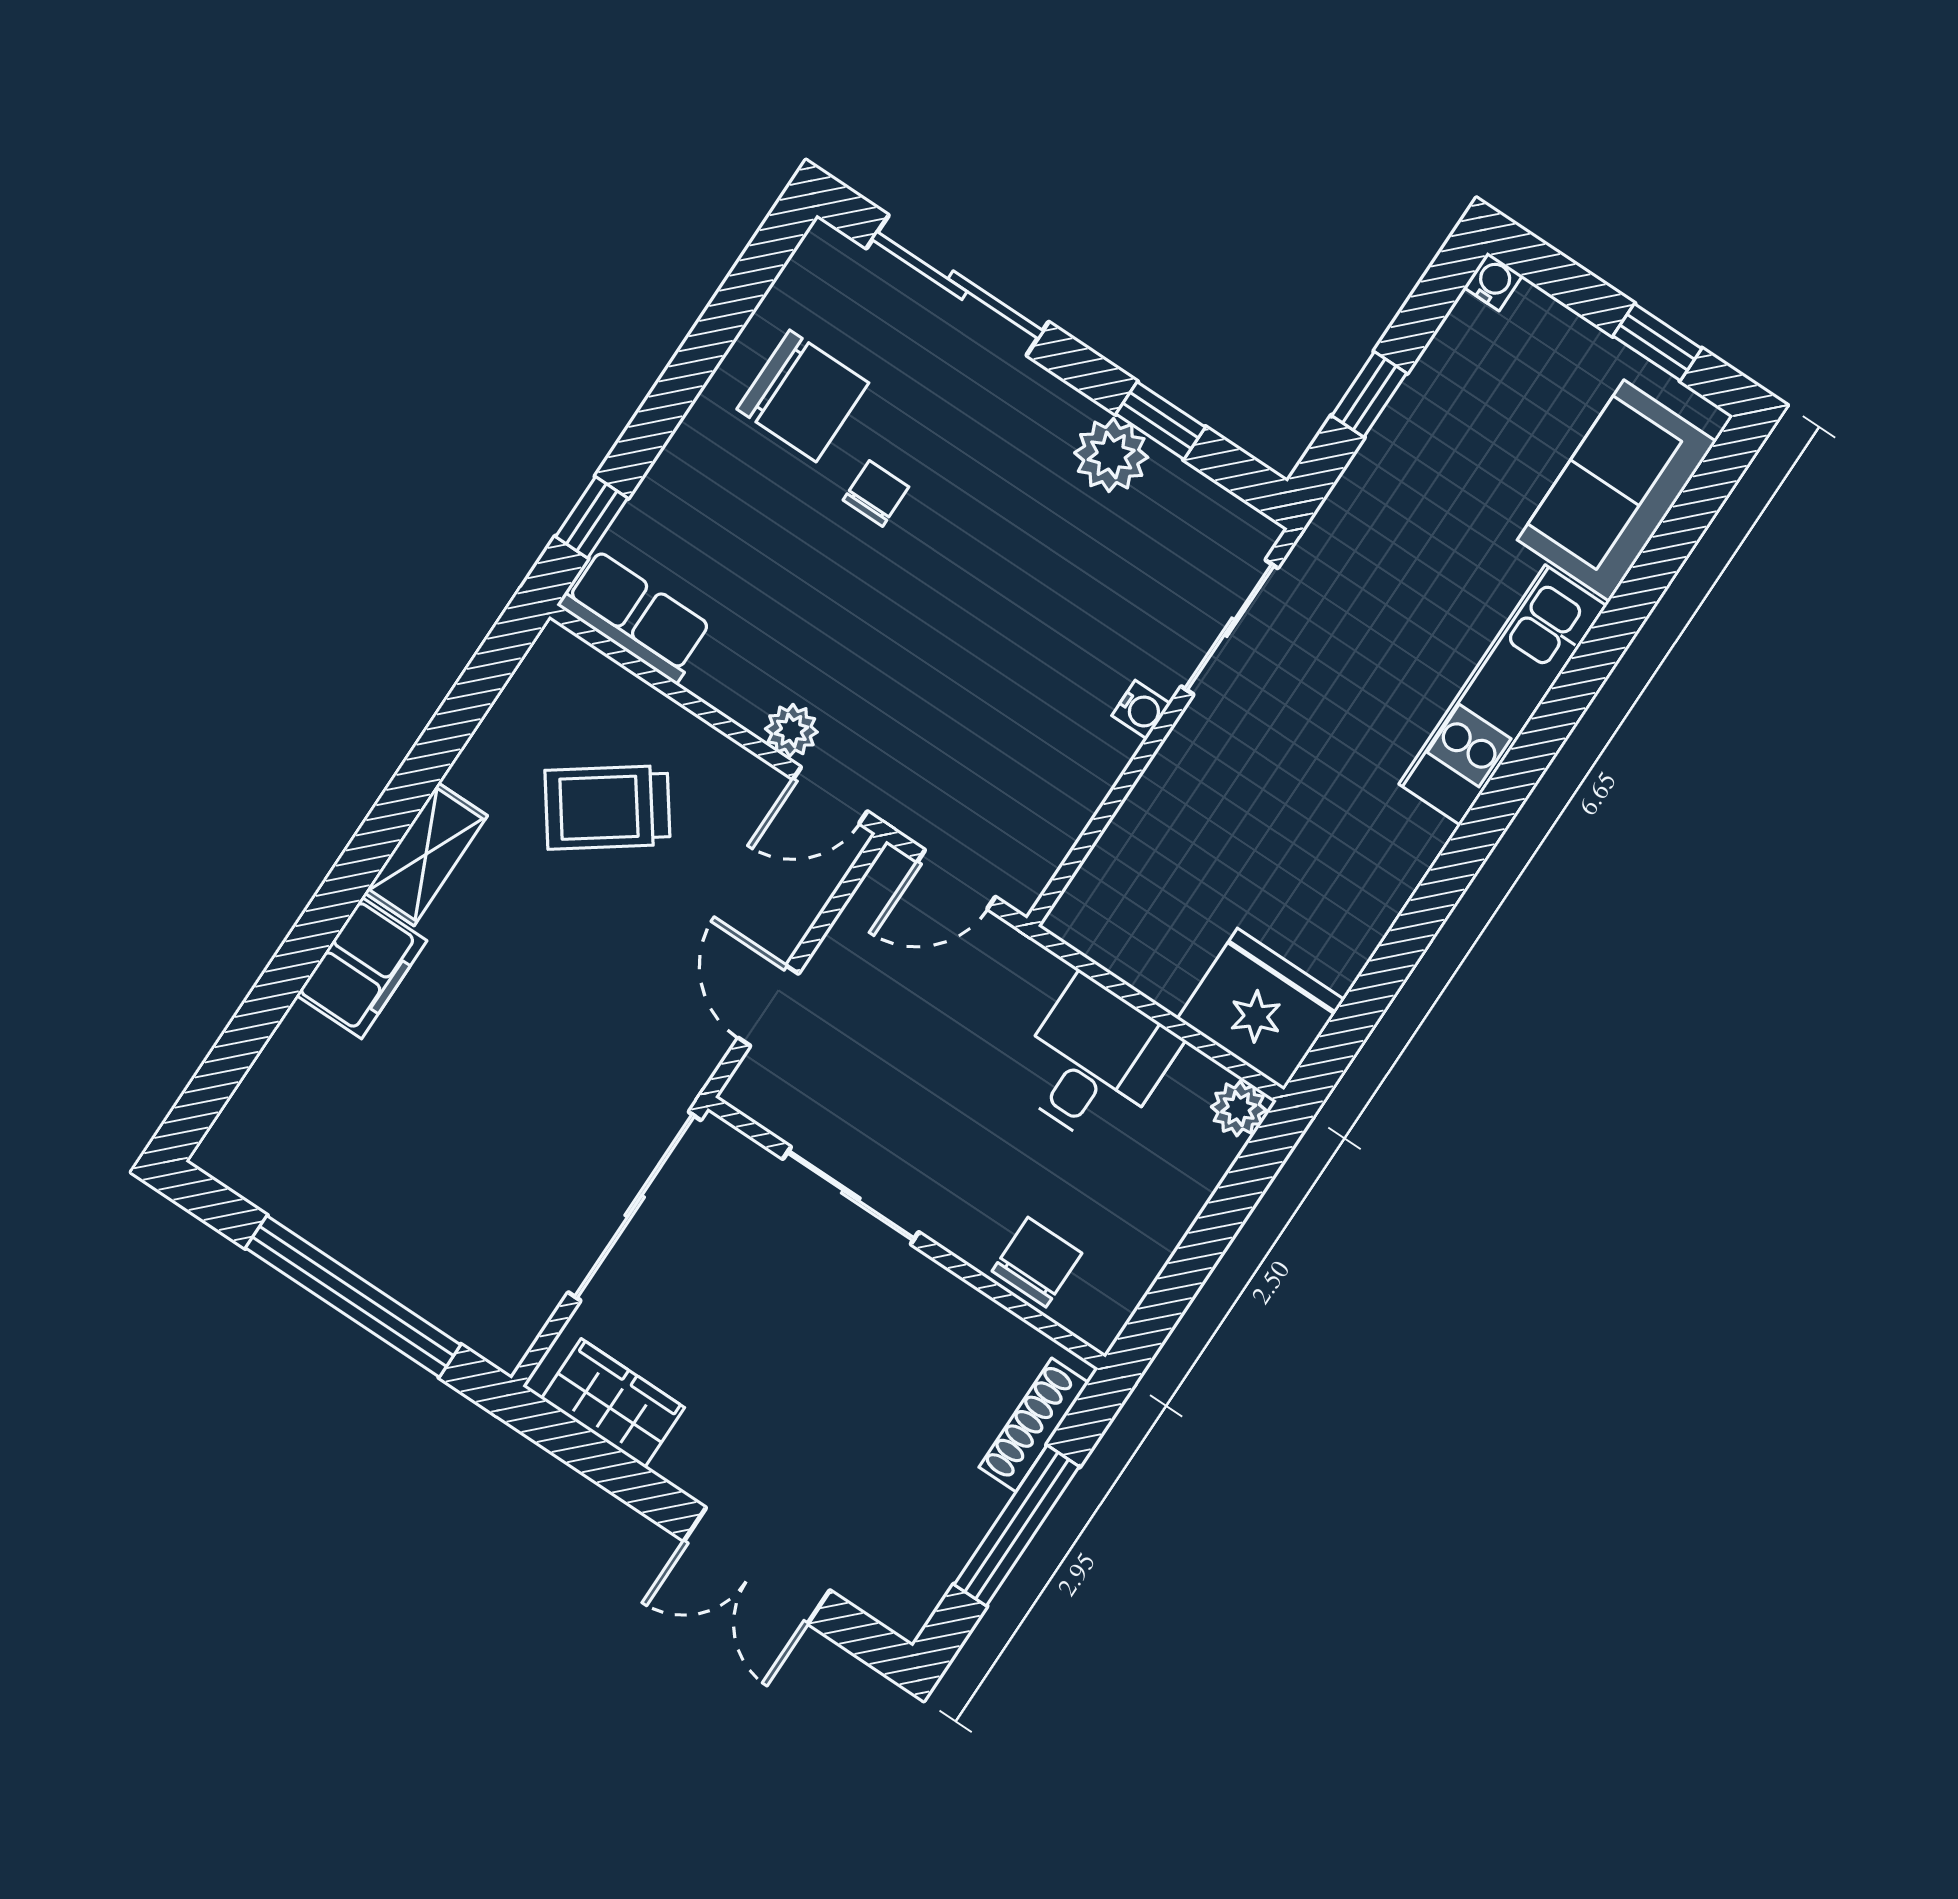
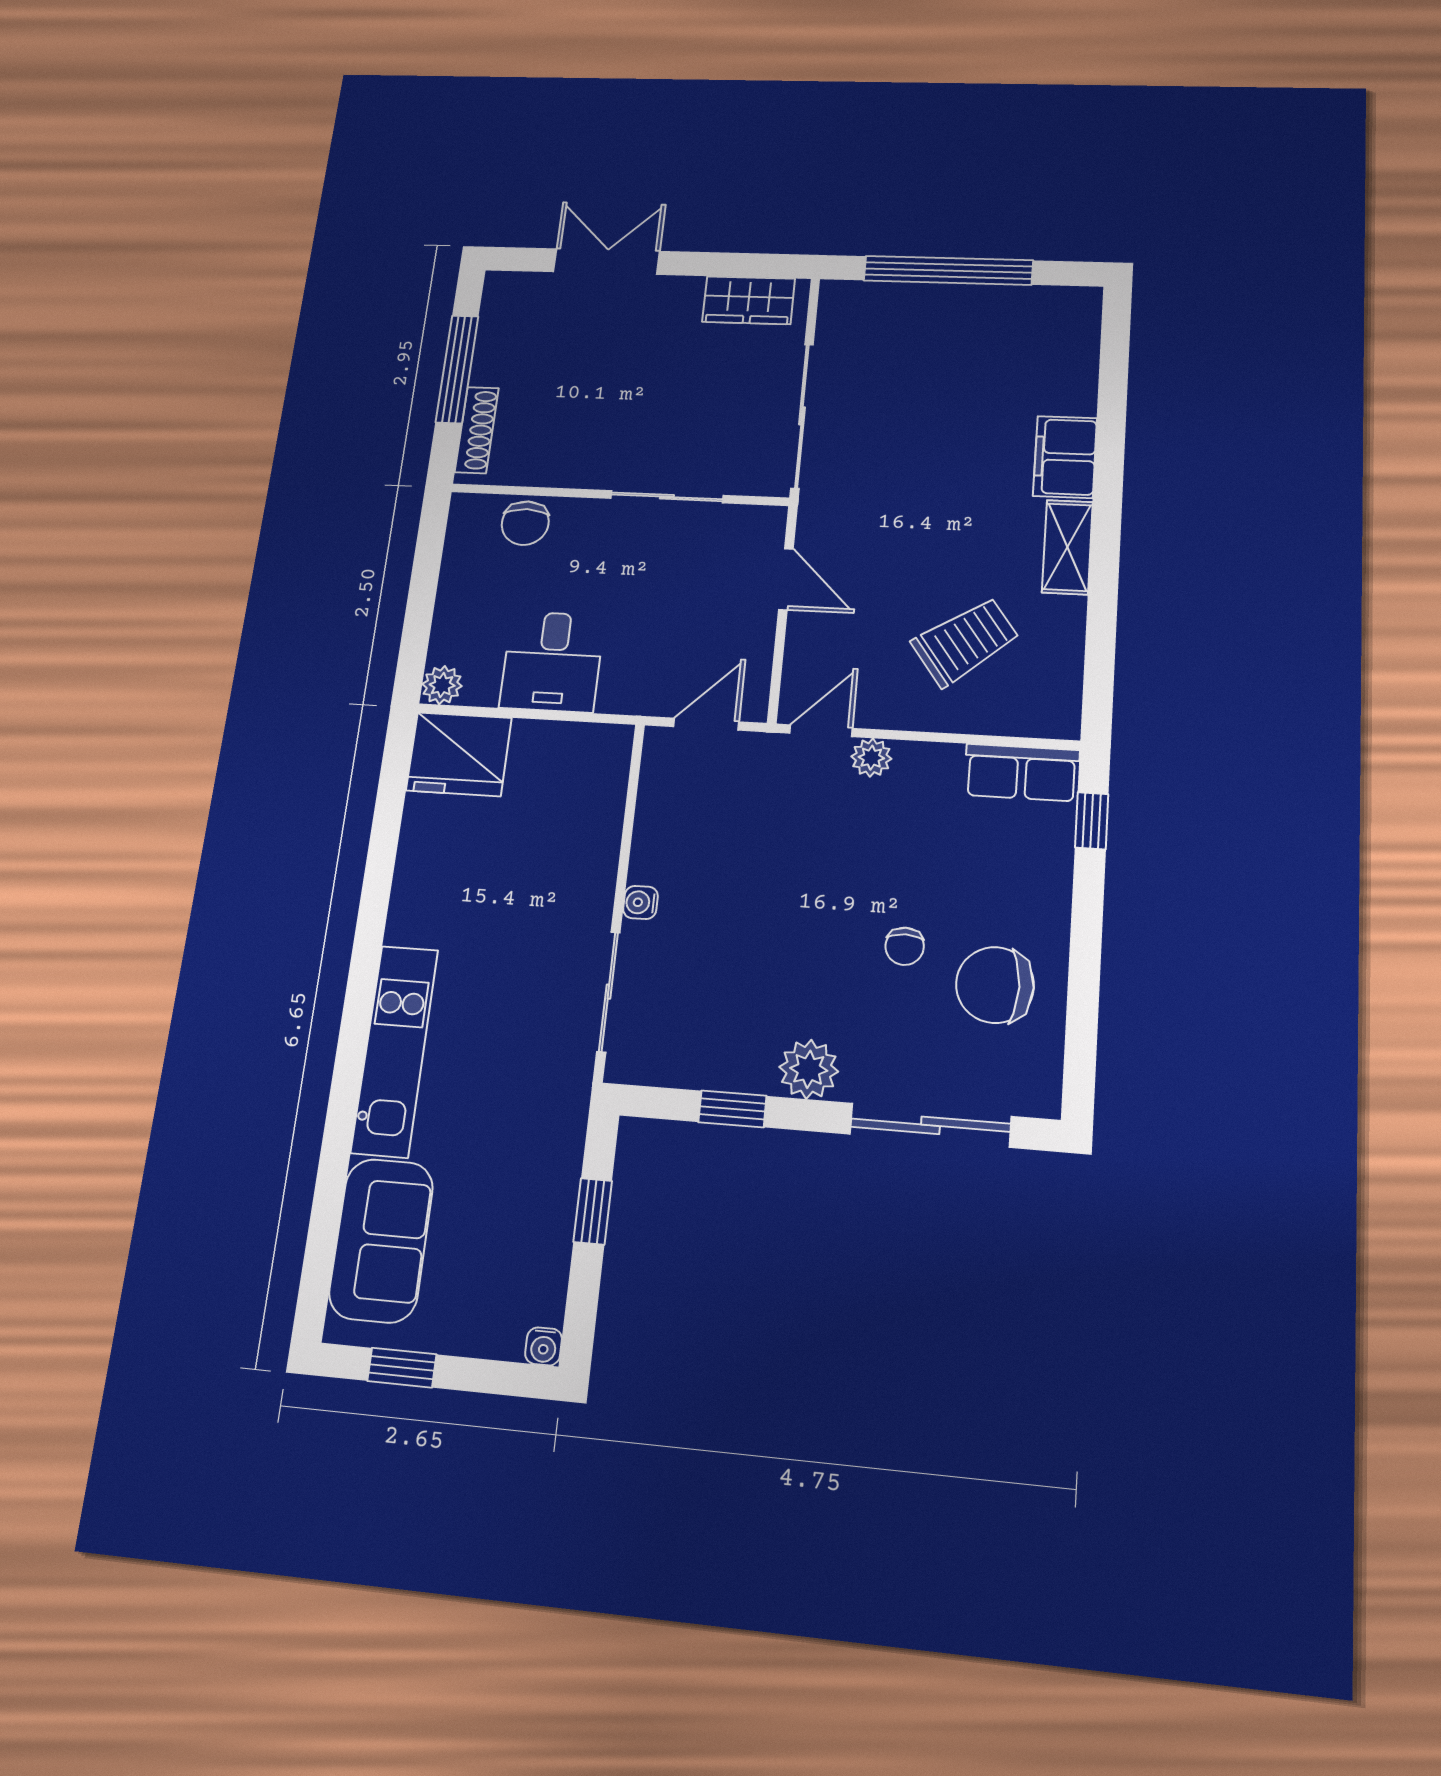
plant: (1111, 455) -> (809, 1069), moved

